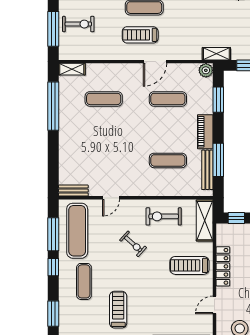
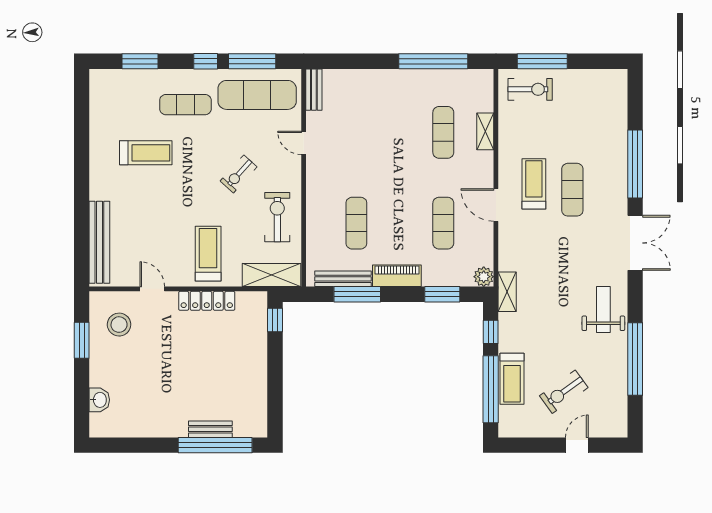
exercise bike: (78, 24) -> (530, 89), moved, turned -90
shelving: (72, 69) -> (485, 131), moved

